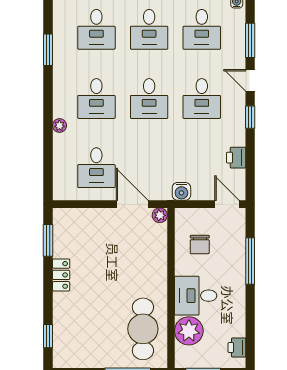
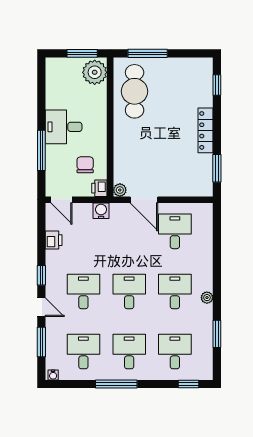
plant: (59, 126) -> (207, 298), moved
locker: (61, 275) -> (206, 130), width x1.53
desk: (196, 296) -> (64, 127), moved, turned 180
plant: (189, 331) -> (95, 72), moved
printer: (237, 347) -> (99, 188), moved, turned 180

